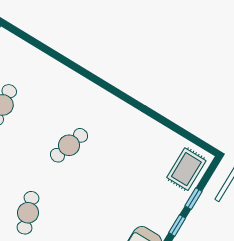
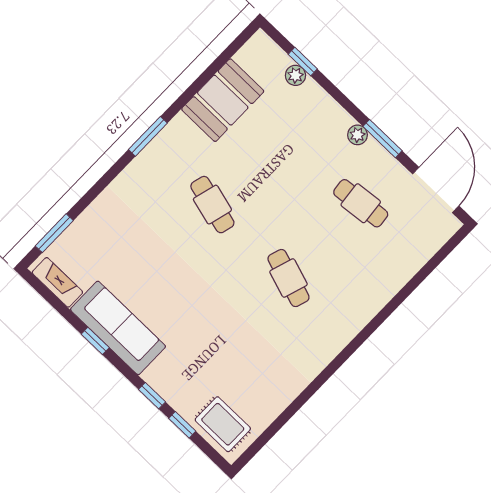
cafe table: (28, 213) -> (212, 205), turned 33

